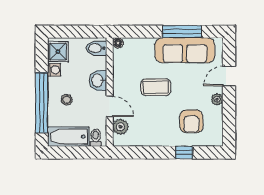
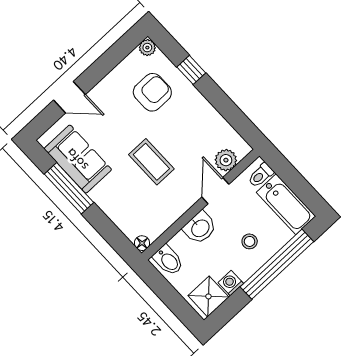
sofa: (185, 50) -> (78, 159), width x0.73
plant: (217, 99) -> (147, 48), moved

